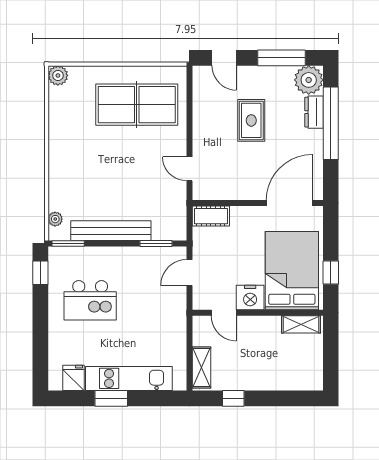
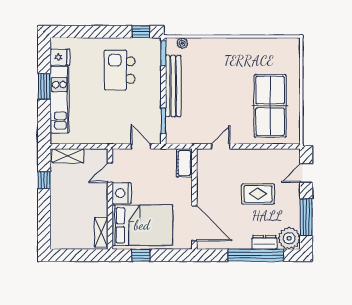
plant: (58, 75) -> (293, 45), removed

